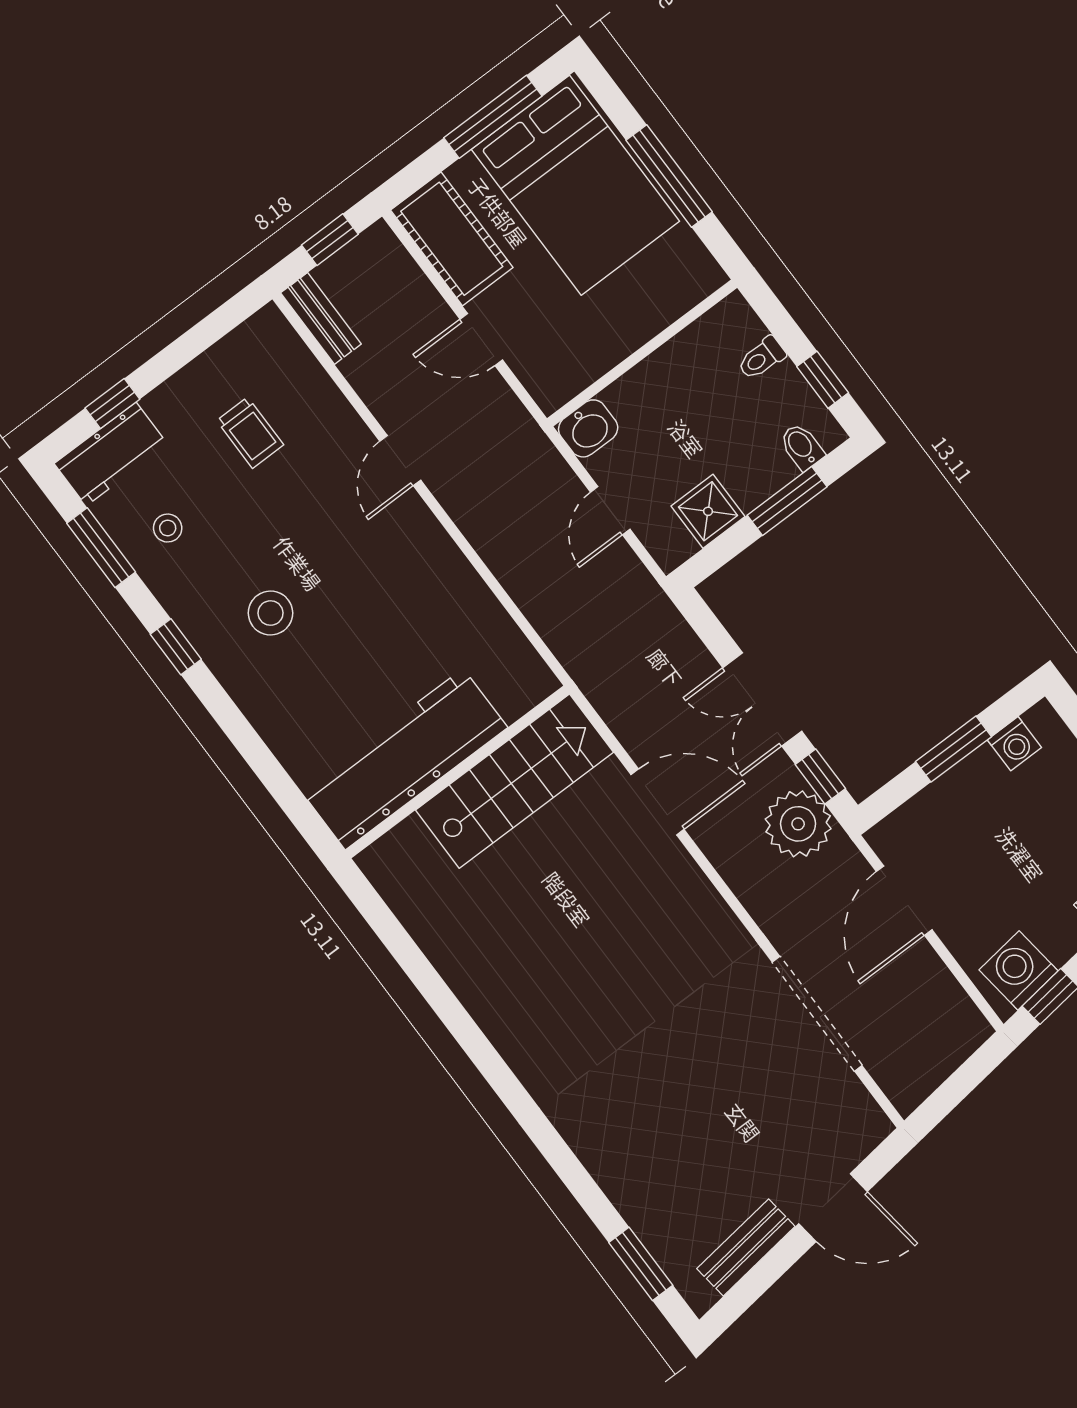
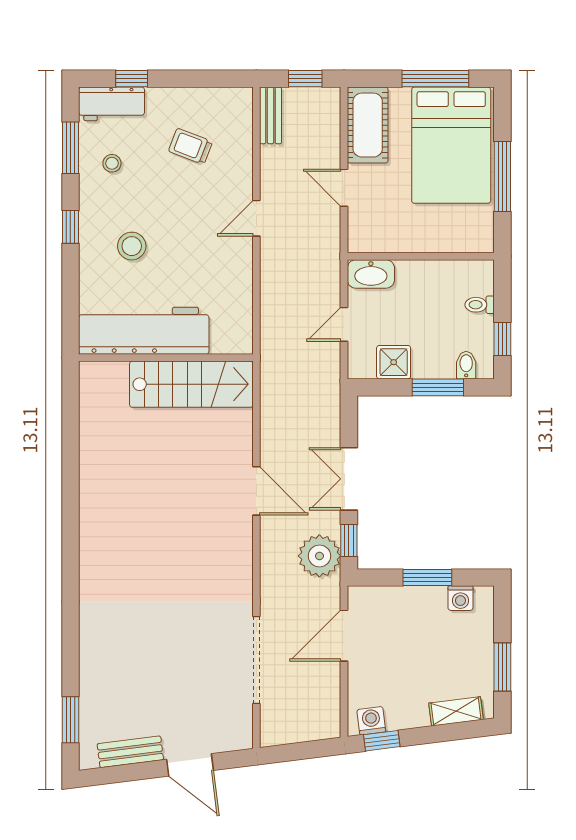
washbasin: (588, 428) -> (371, 274), width x1.38
trolley: (250, 433) -> (191, 146), turned 111
workbench: (404, 759) -> (144, 331), moved
wall: (457, 772) -> (166, 358), moved
stairs: (514, 781) -> (191, 384), moved
washing machine: (1018, 970) -> (371, 721), width x0.73, depth x0.73

